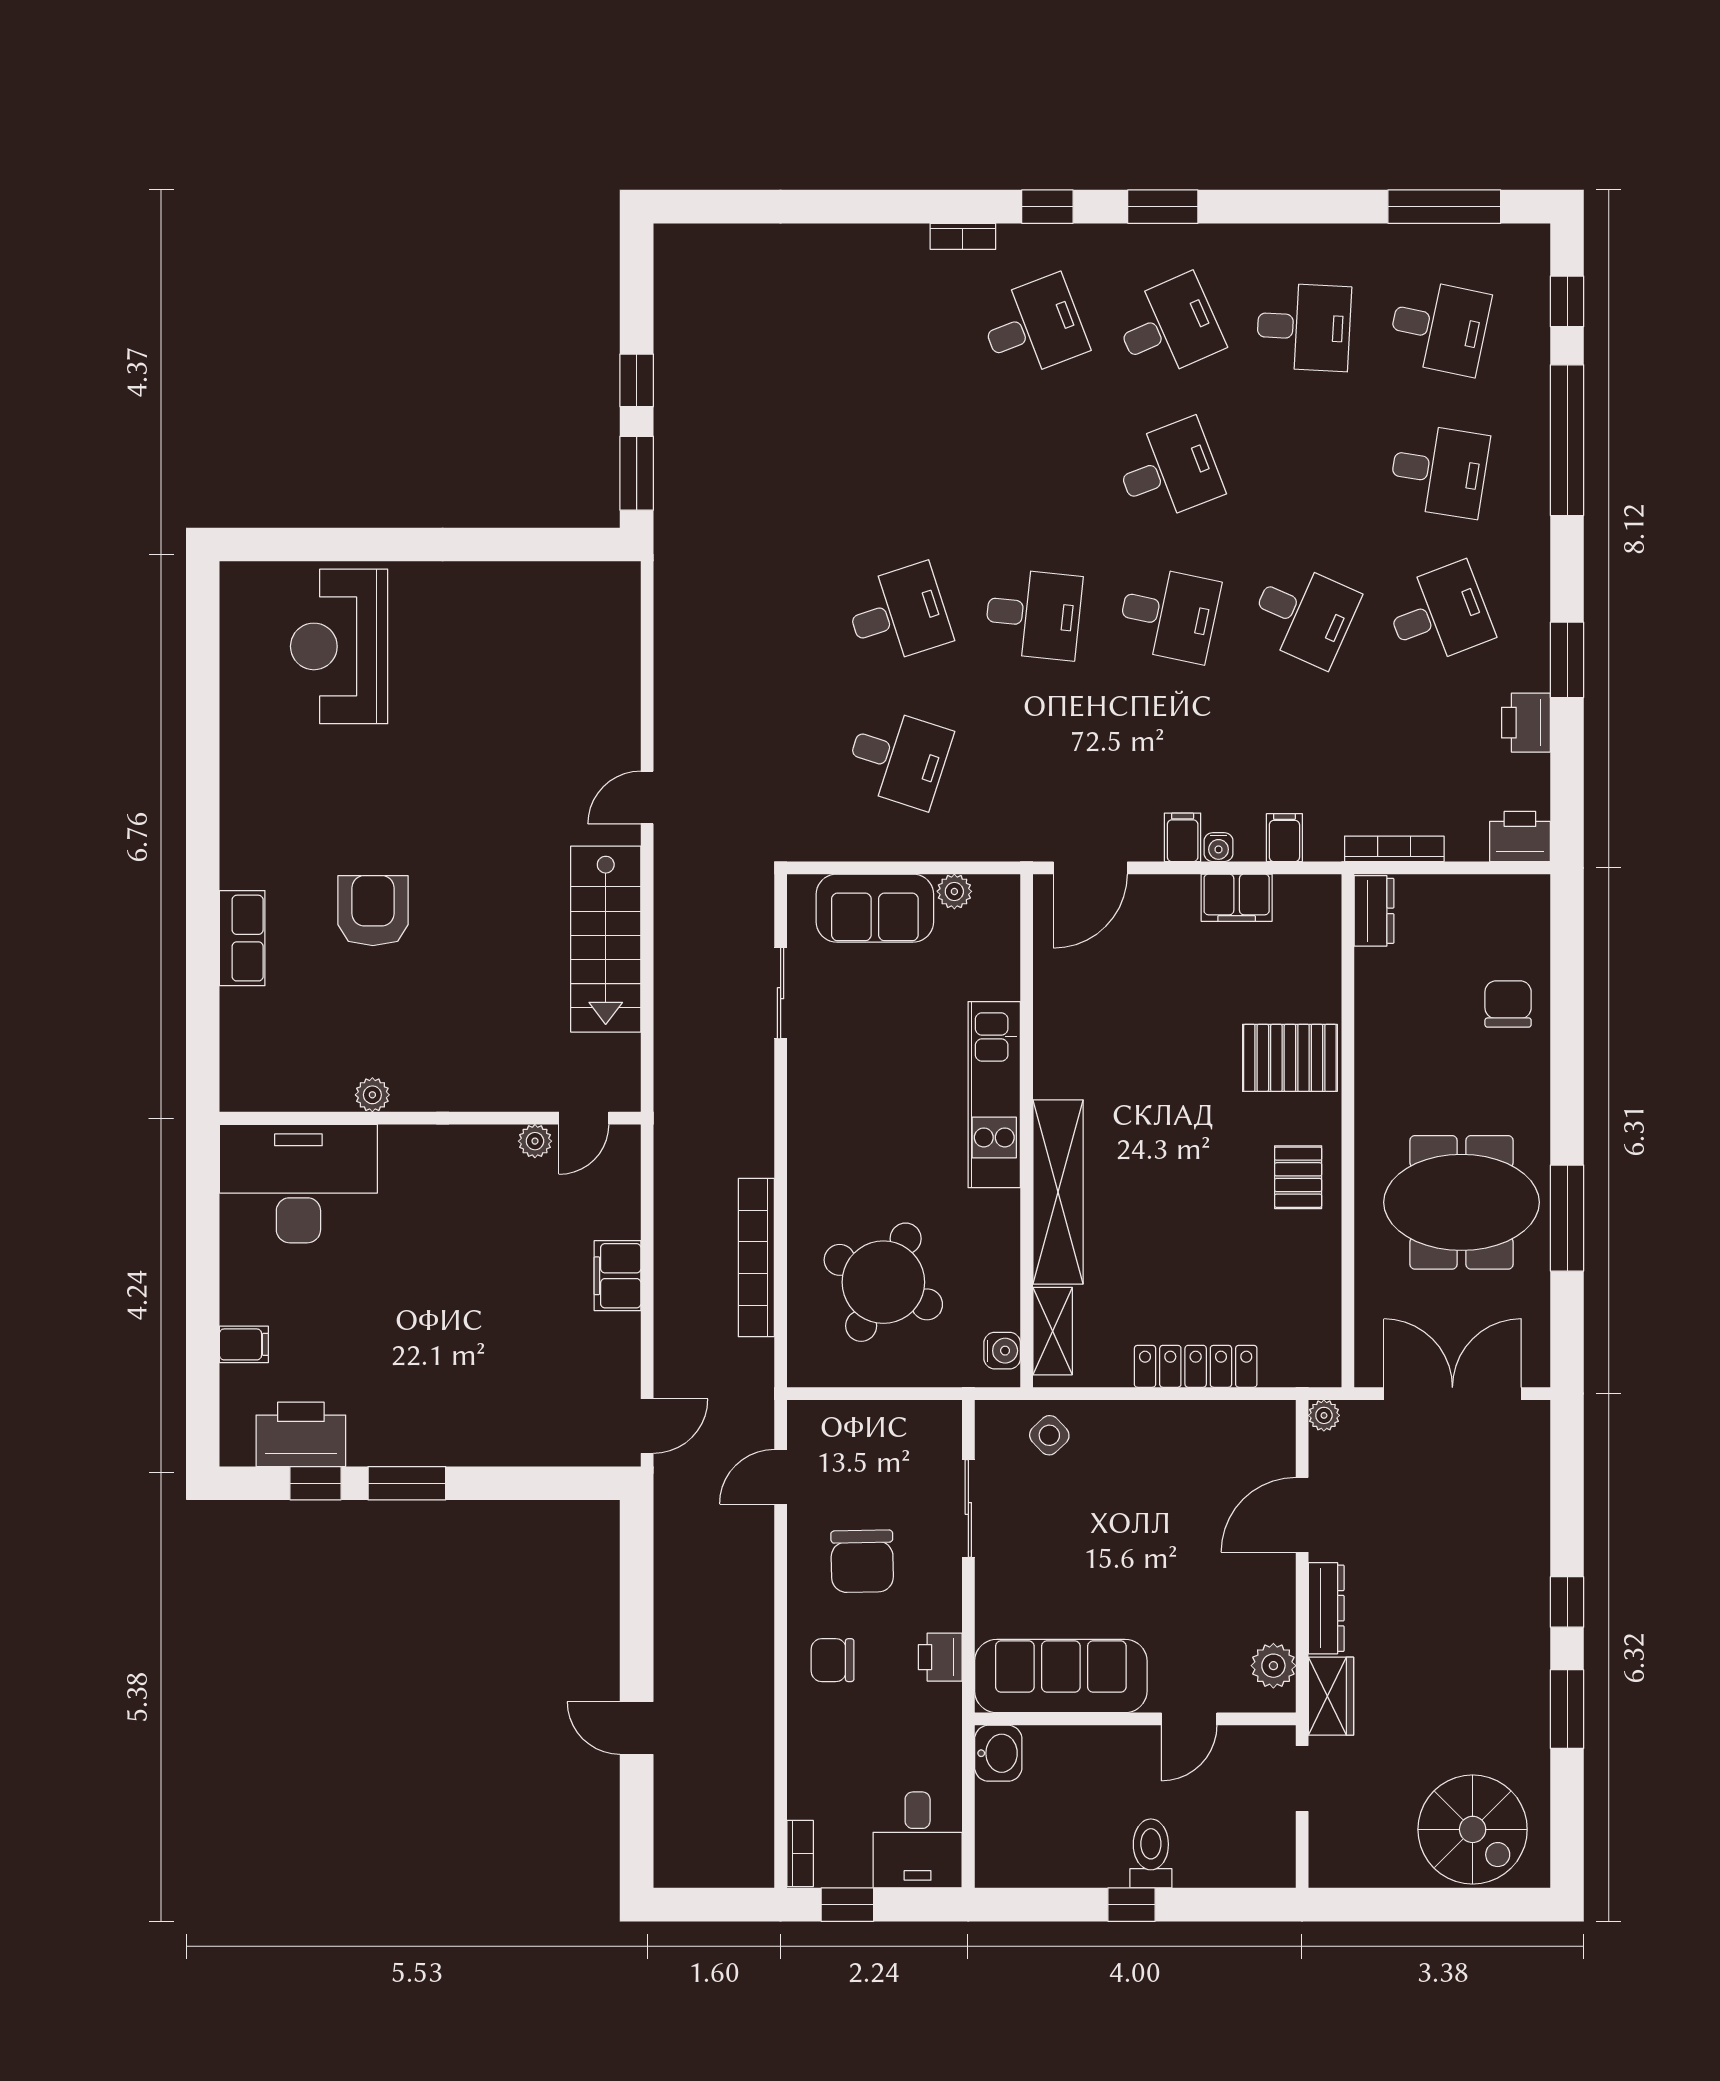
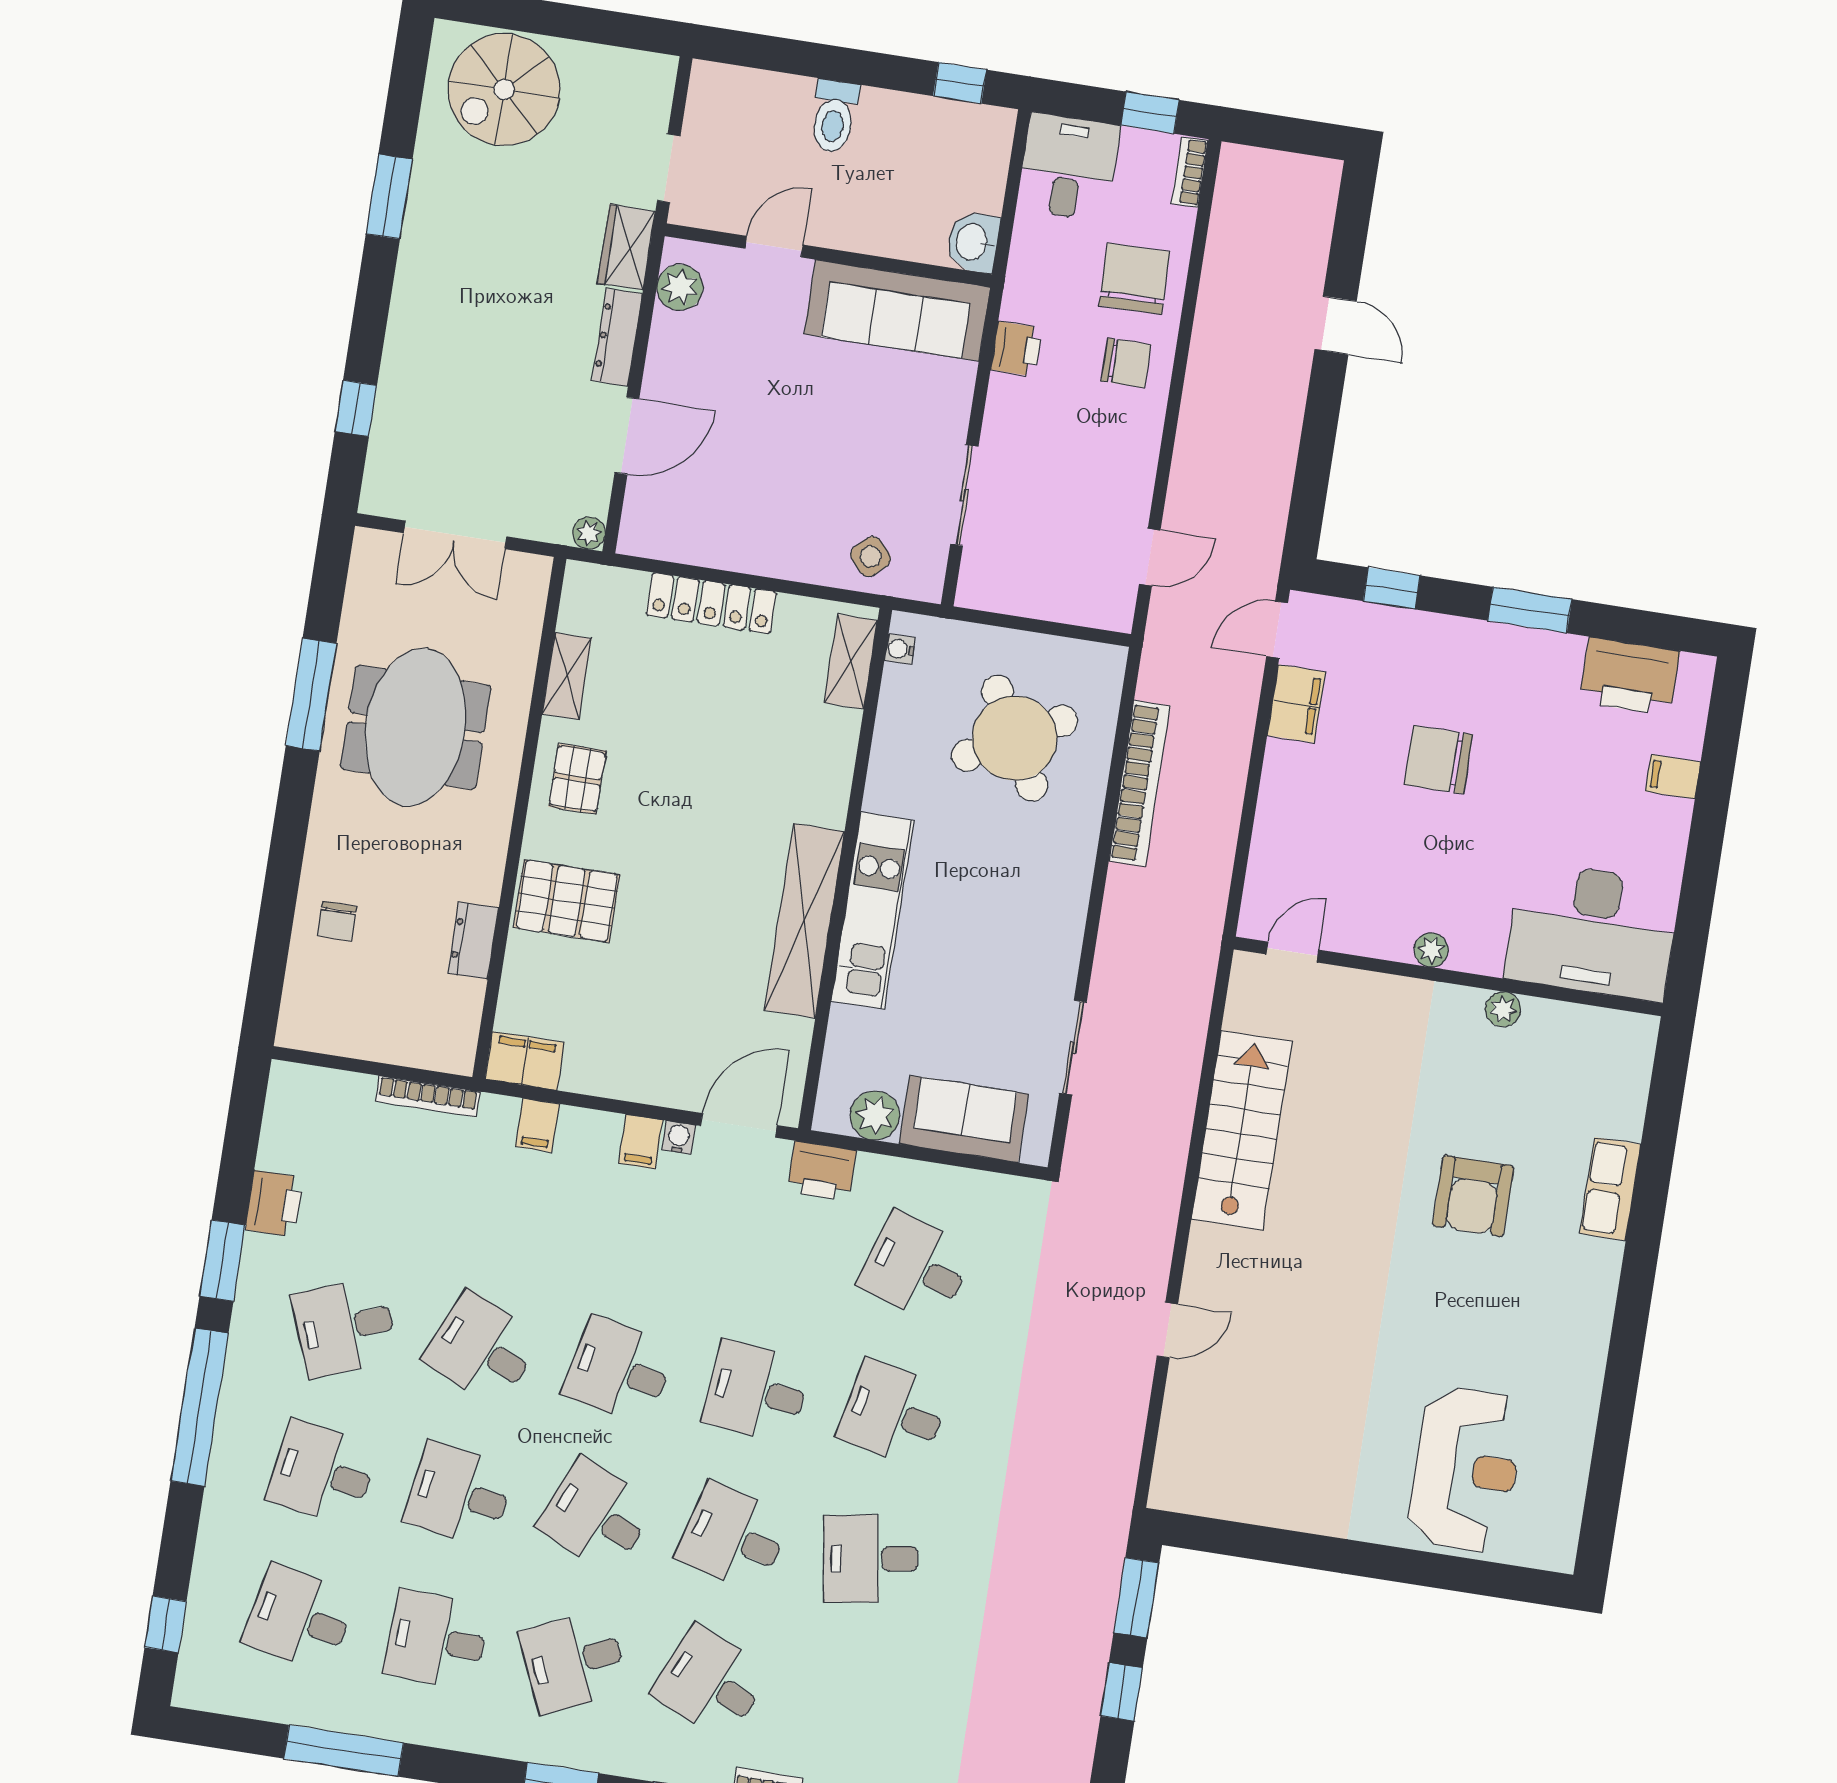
window: (1444, 207) -> (344, 1751), moved
desk: (1033, 327) -> (711, 1683), turned 45
window: (1567, 440) -> (200, 1407), moved
desk: (898, 471) -> (871, 1559), added
desk: (1033, 471) -> (734, 1537), added
desk: (1169, 471) -> (596, 1516), turned 45
desk: (1304, 471) -> (459, 1494), added
desk: (898, 614) -> (894, 1413), turned 30
door: (647, 797) -> (1167, 1330), moved
printer: (1520, 837) -> (822, 1171), moved
water cooler: (1219, 847) -> (679, 1138), moved
plant: (954, 891) -> (875, 1115), width x1.38, depth x1.38
filing cabinet: (1237, 898) -> (525, 1061), moved
dresser: (1374, 911) -> (473, 940), moved
chair: (1508, 1004) -> (337, 921), width x0.73, depth x0.73
plant: (535, 1141) -> (1431, 950), moved
shelving: (1058, 1192) -> (804, 921), moved
meeting table: (1461, 1202) -> (416, 727), turned 90
shelving: (1324, 1274) -> (567, 676), added
filing cabinet: (617, 1276) -> (1296, 704), moved
round table: (883, 1282) -> (1015, 738), turned 34
chair: (472, 1325) -> (1438, 760), added
water cooler: (1002, 1351) -> (900, 649), width x0.72, depth x0.72
double door: (1452, 1394) -> (455, 535), width x0.73
window: (316, 1483) -> (1392, 588), moved
chair: (862, 1561) -> (1134, 279), moved
window: (1567, 1602) -> (356, 408), moved
spiral stairs: (1473, 1829) -> (504, 90), turned -90
window: (1132, 1905) -> (960, 83), moved

